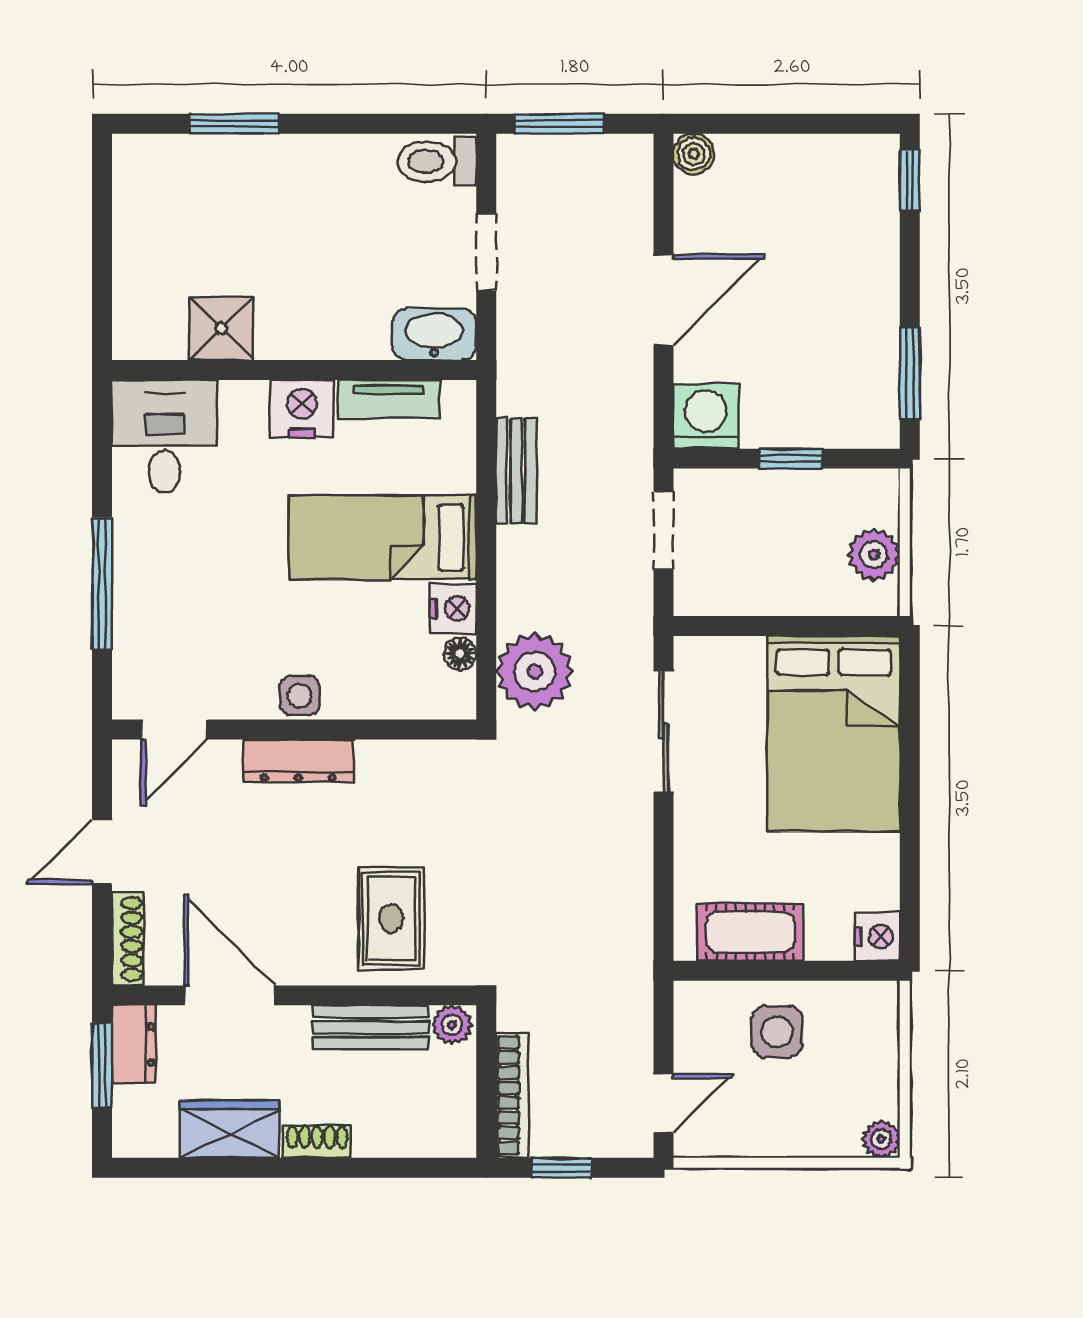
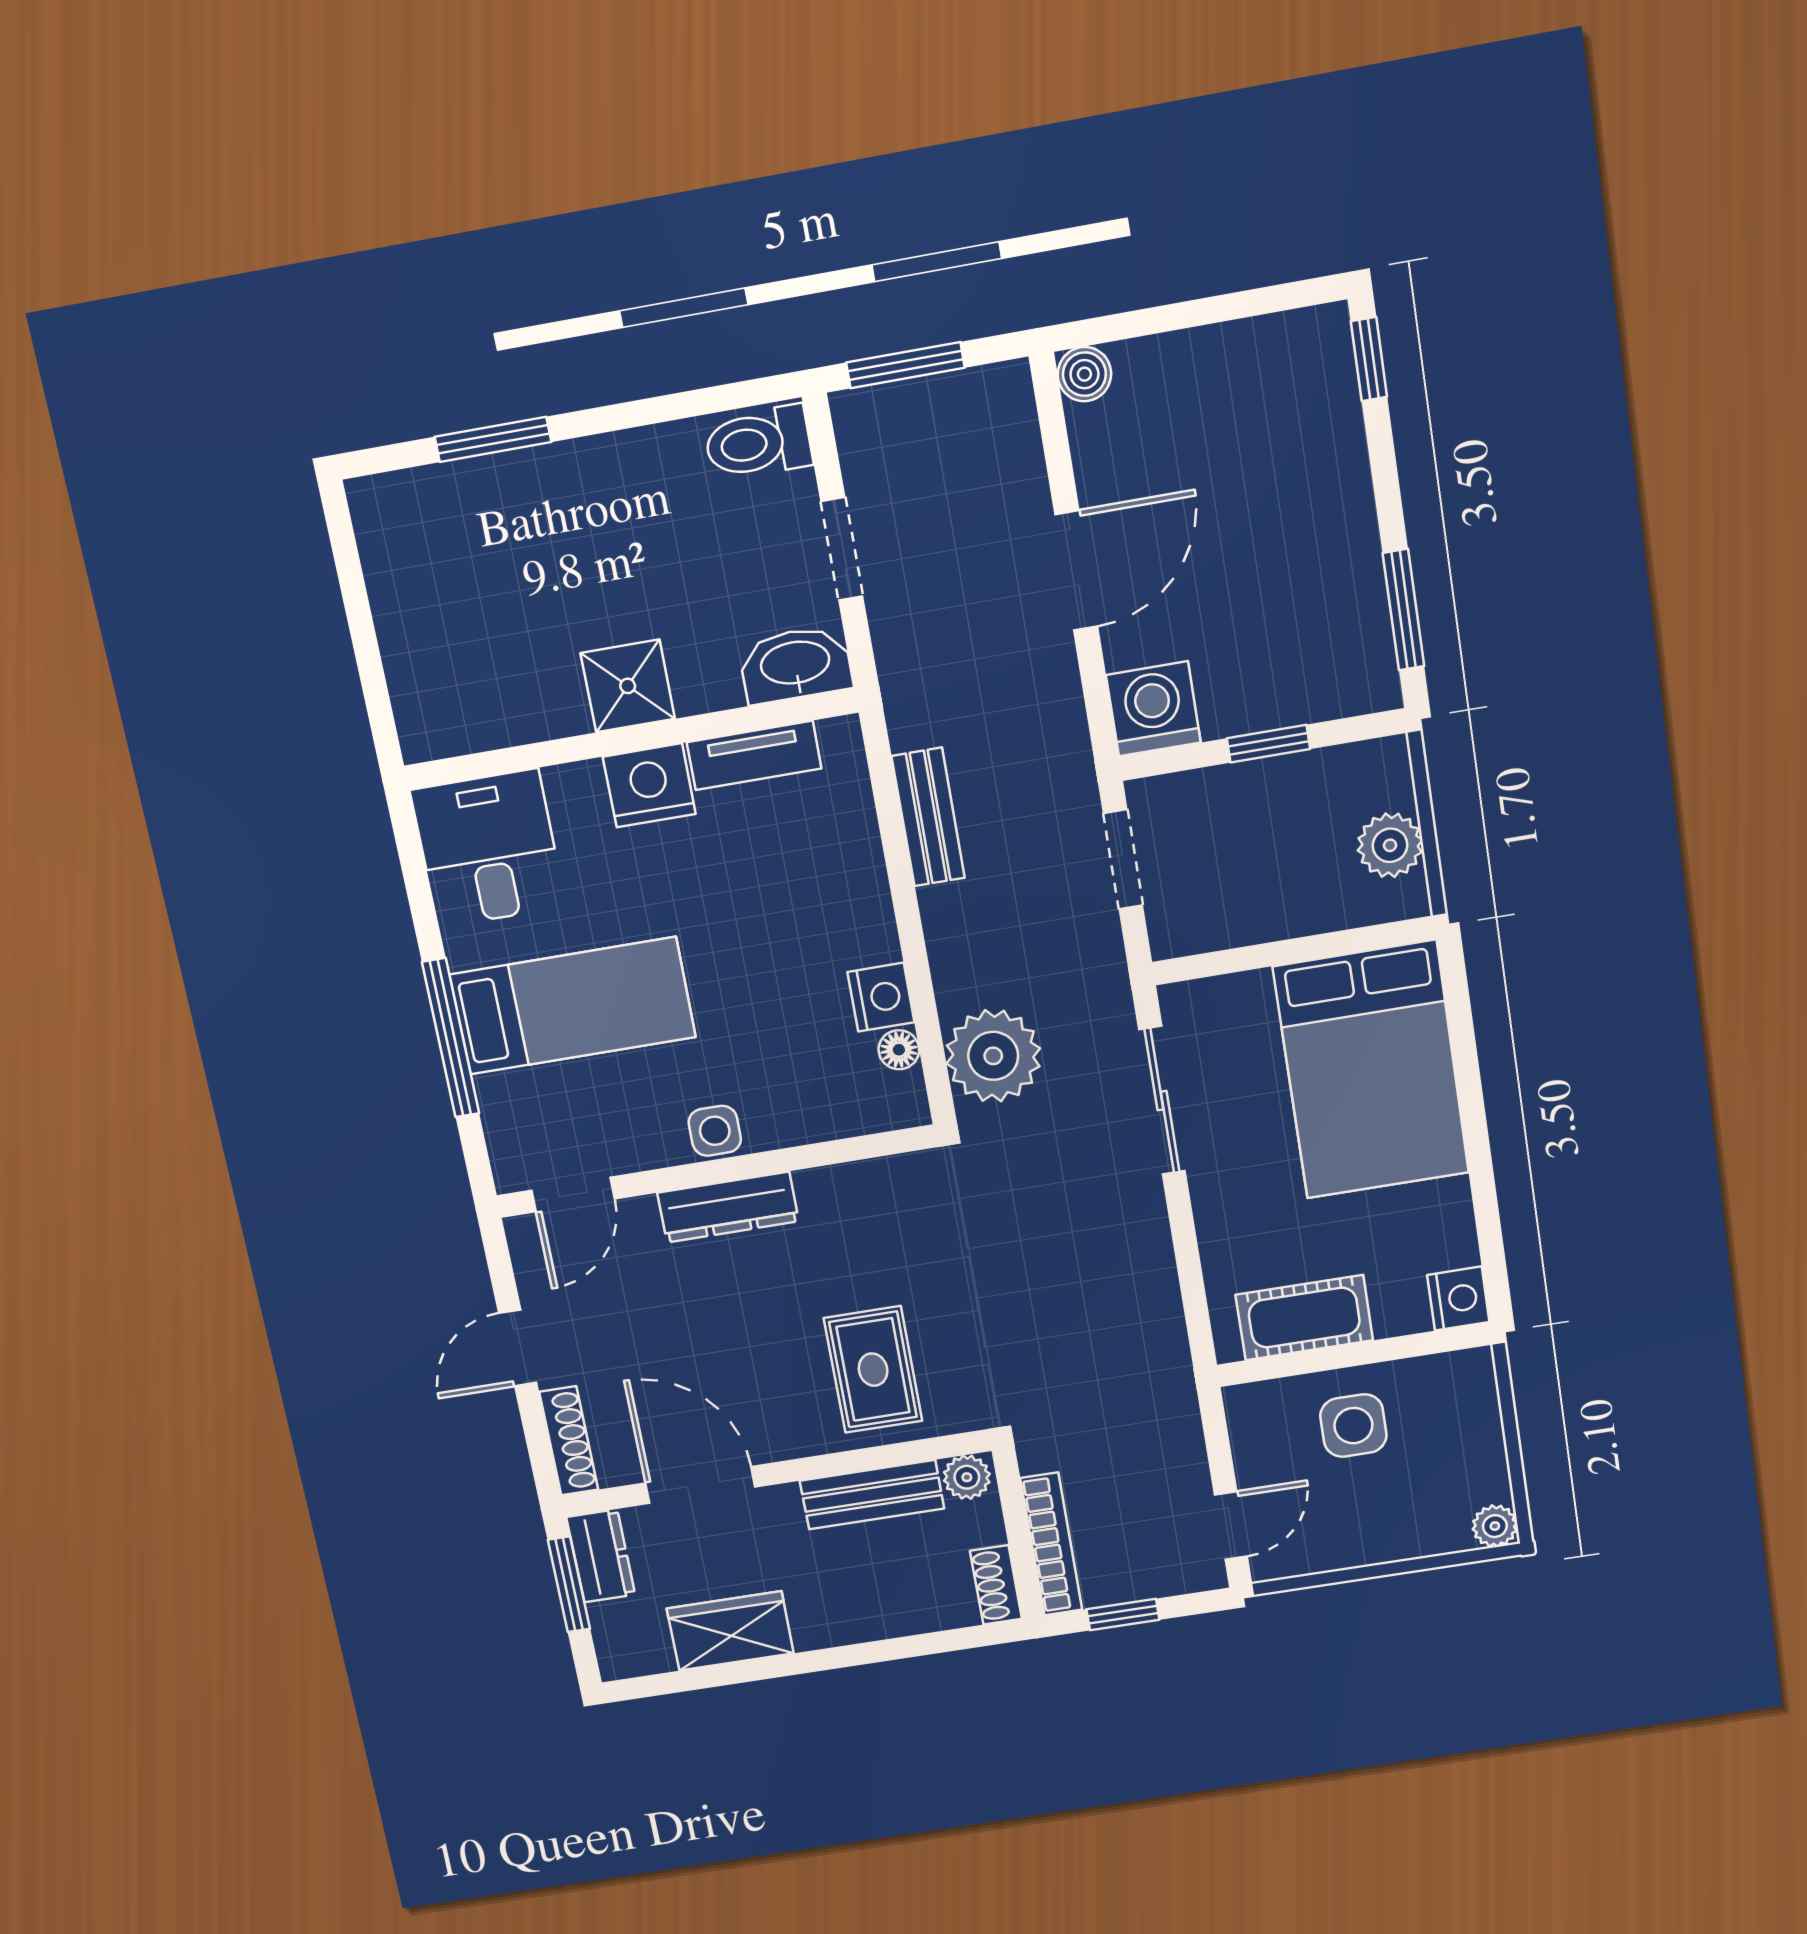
shower: (221, 328) -> (628, 686), moved
bed: (383, 537) -> (573, 1006), moved, turned 180
shoe rack: (317, 1141) -> (996, 1585), moved, turned -90

